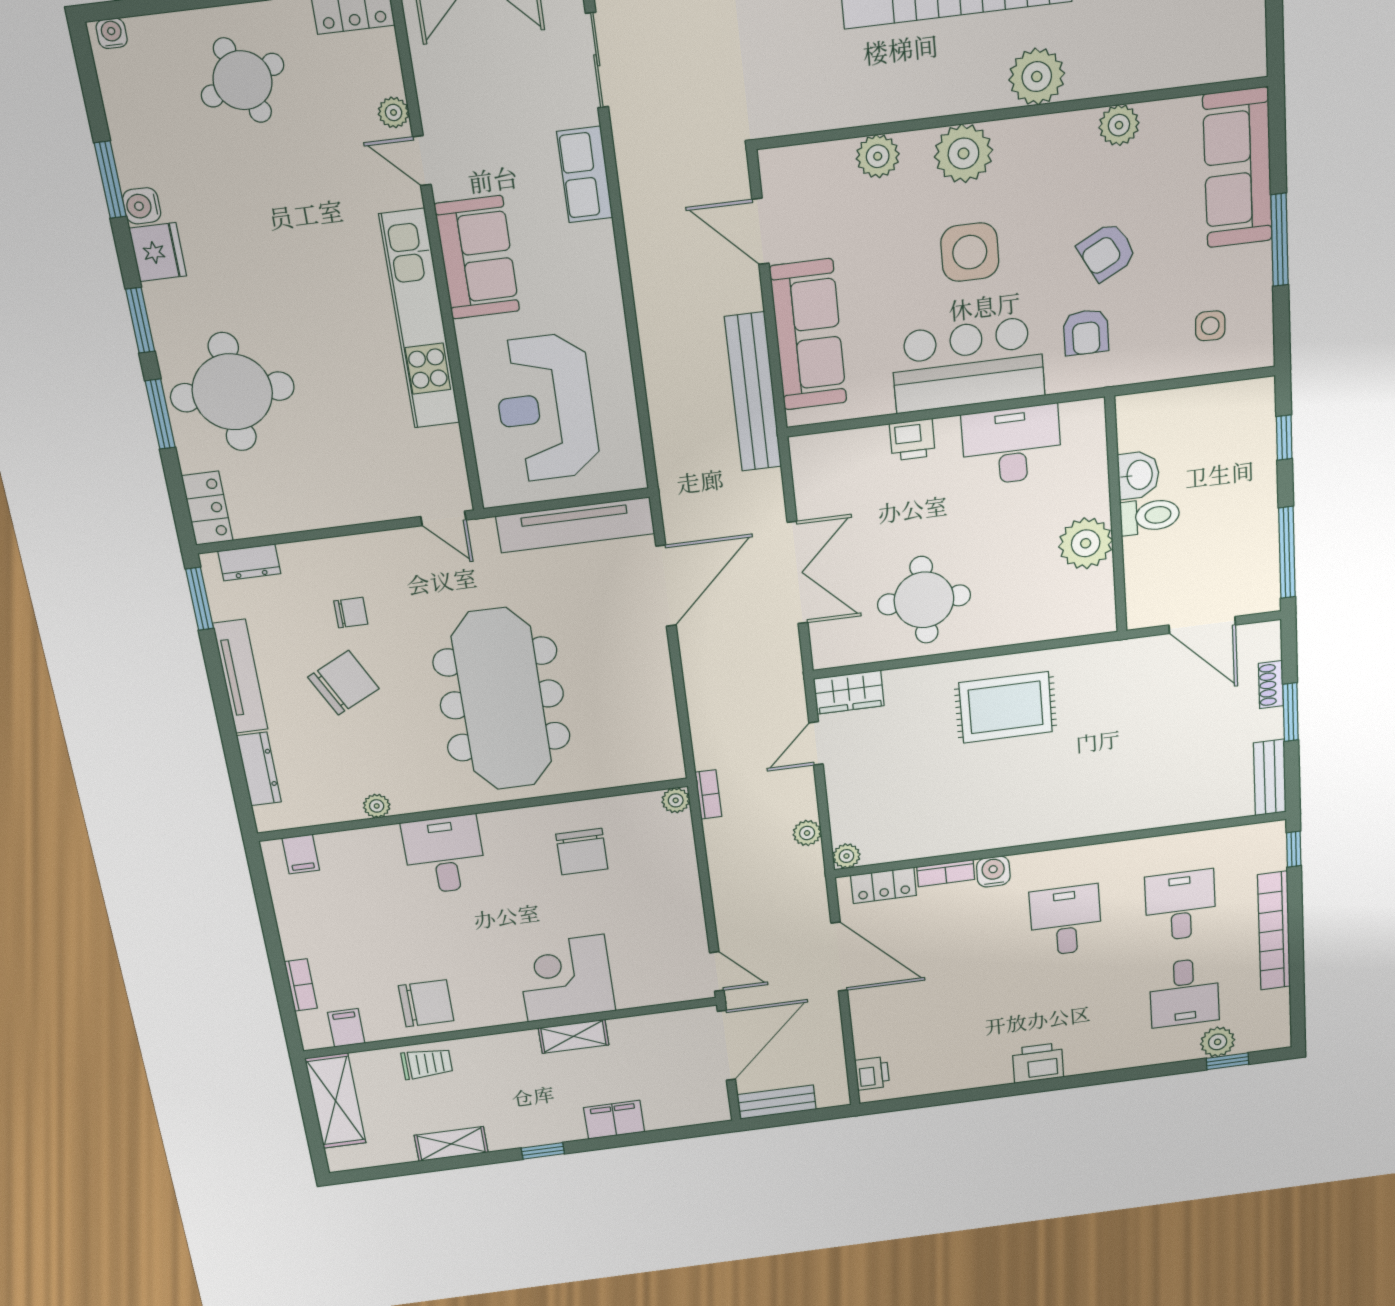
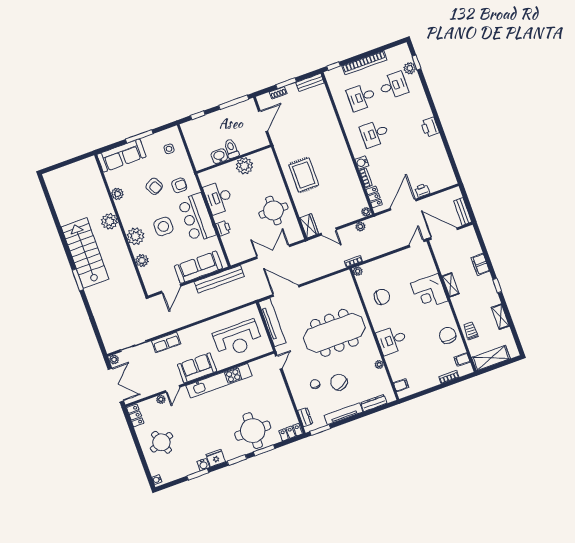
printer: (872, 1073) -> (422, 190), moved

